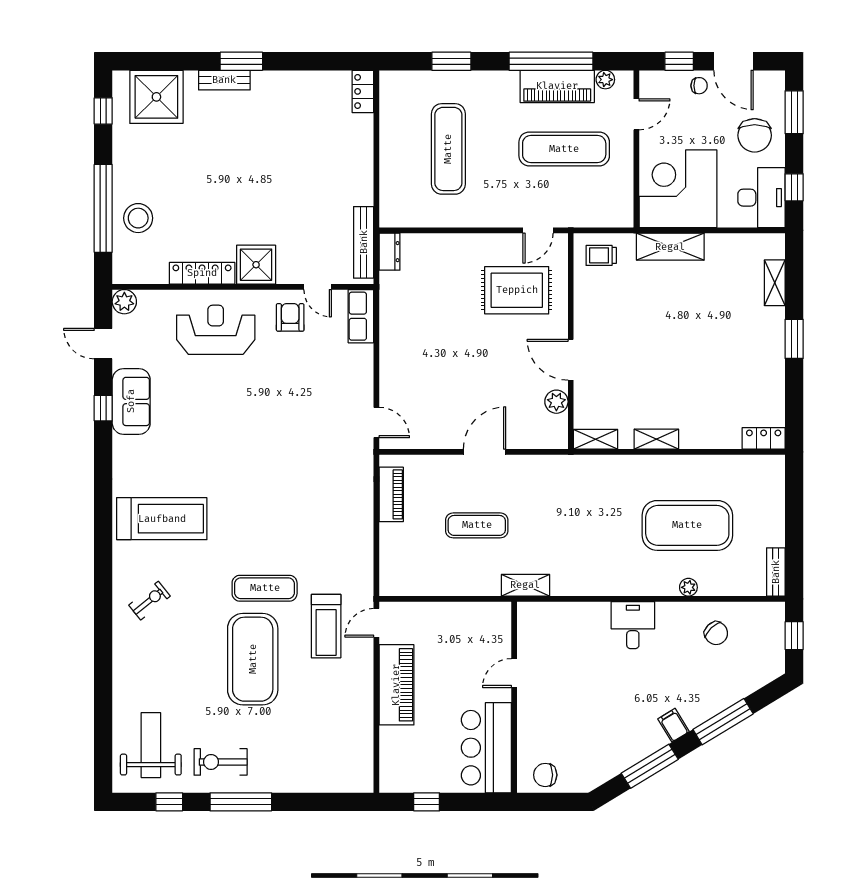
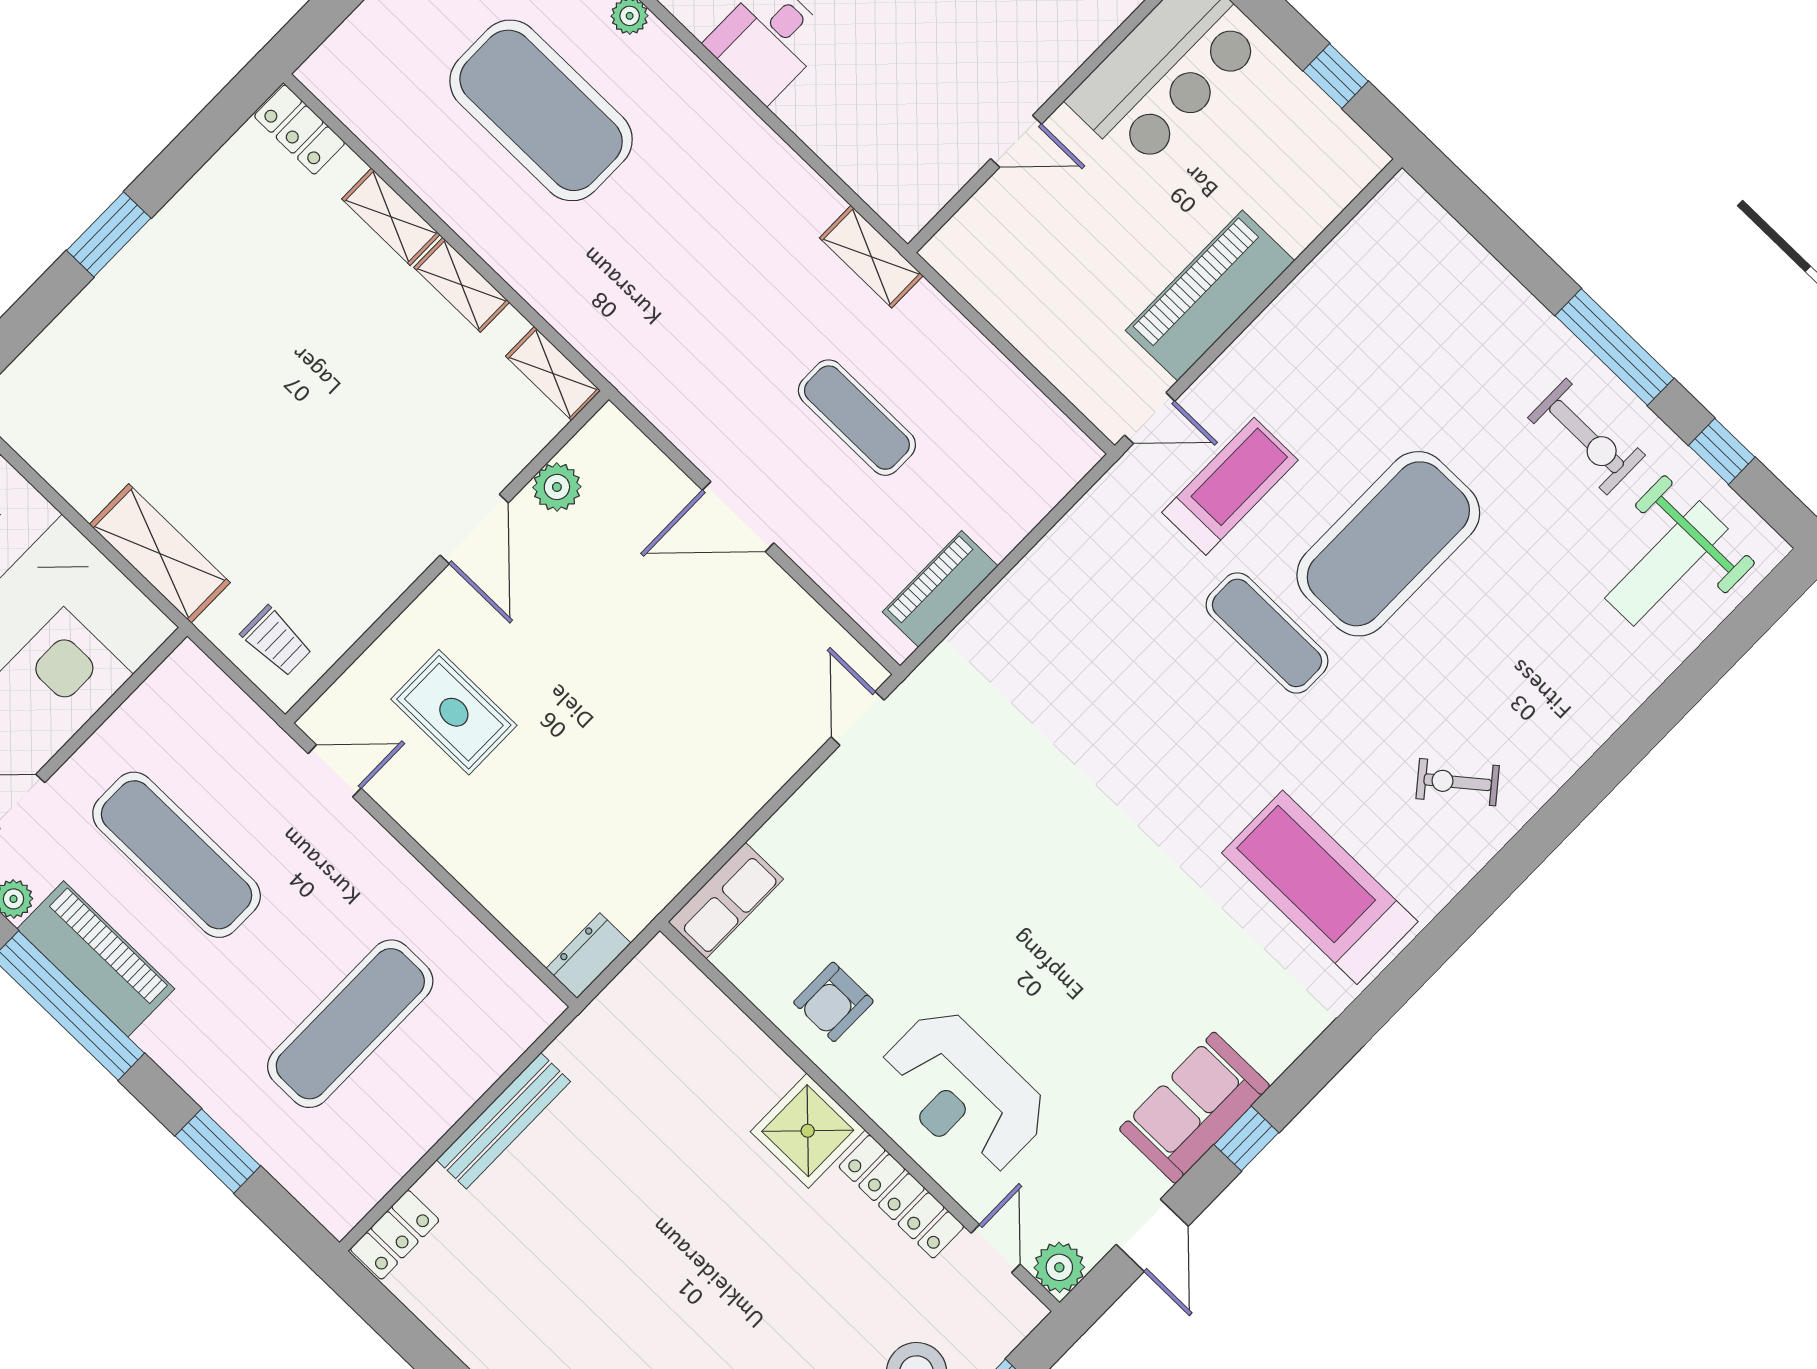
bench: (364, 242) -> (504, 1121), moved
shelving: (775, 283) -> (391, 217), moved, turned 90
door: (318, 287) -> (996, 1249), moved
rug: (517, 290) -> (454, 712), width x0.73, depth x0.70

